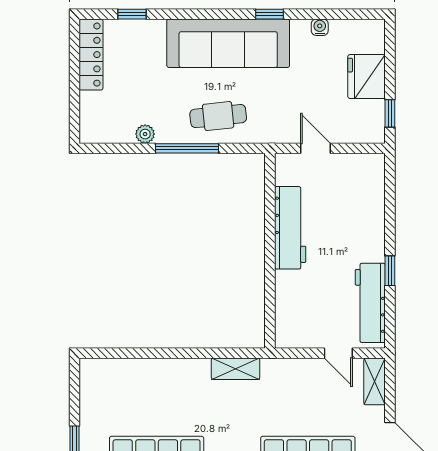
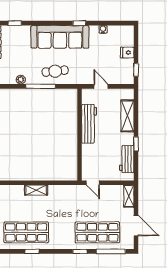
fridge: (367, 77) -> (127, 53), width x0.53, depth x0.75
shelving: (372, 211) -> (127, 116), added
workbench: (370, 303) -> (127, 159), width x0.73
door: (338, 353) -> (93, 183), moved
shelving: (236, 369) -> (36, 190), moved

